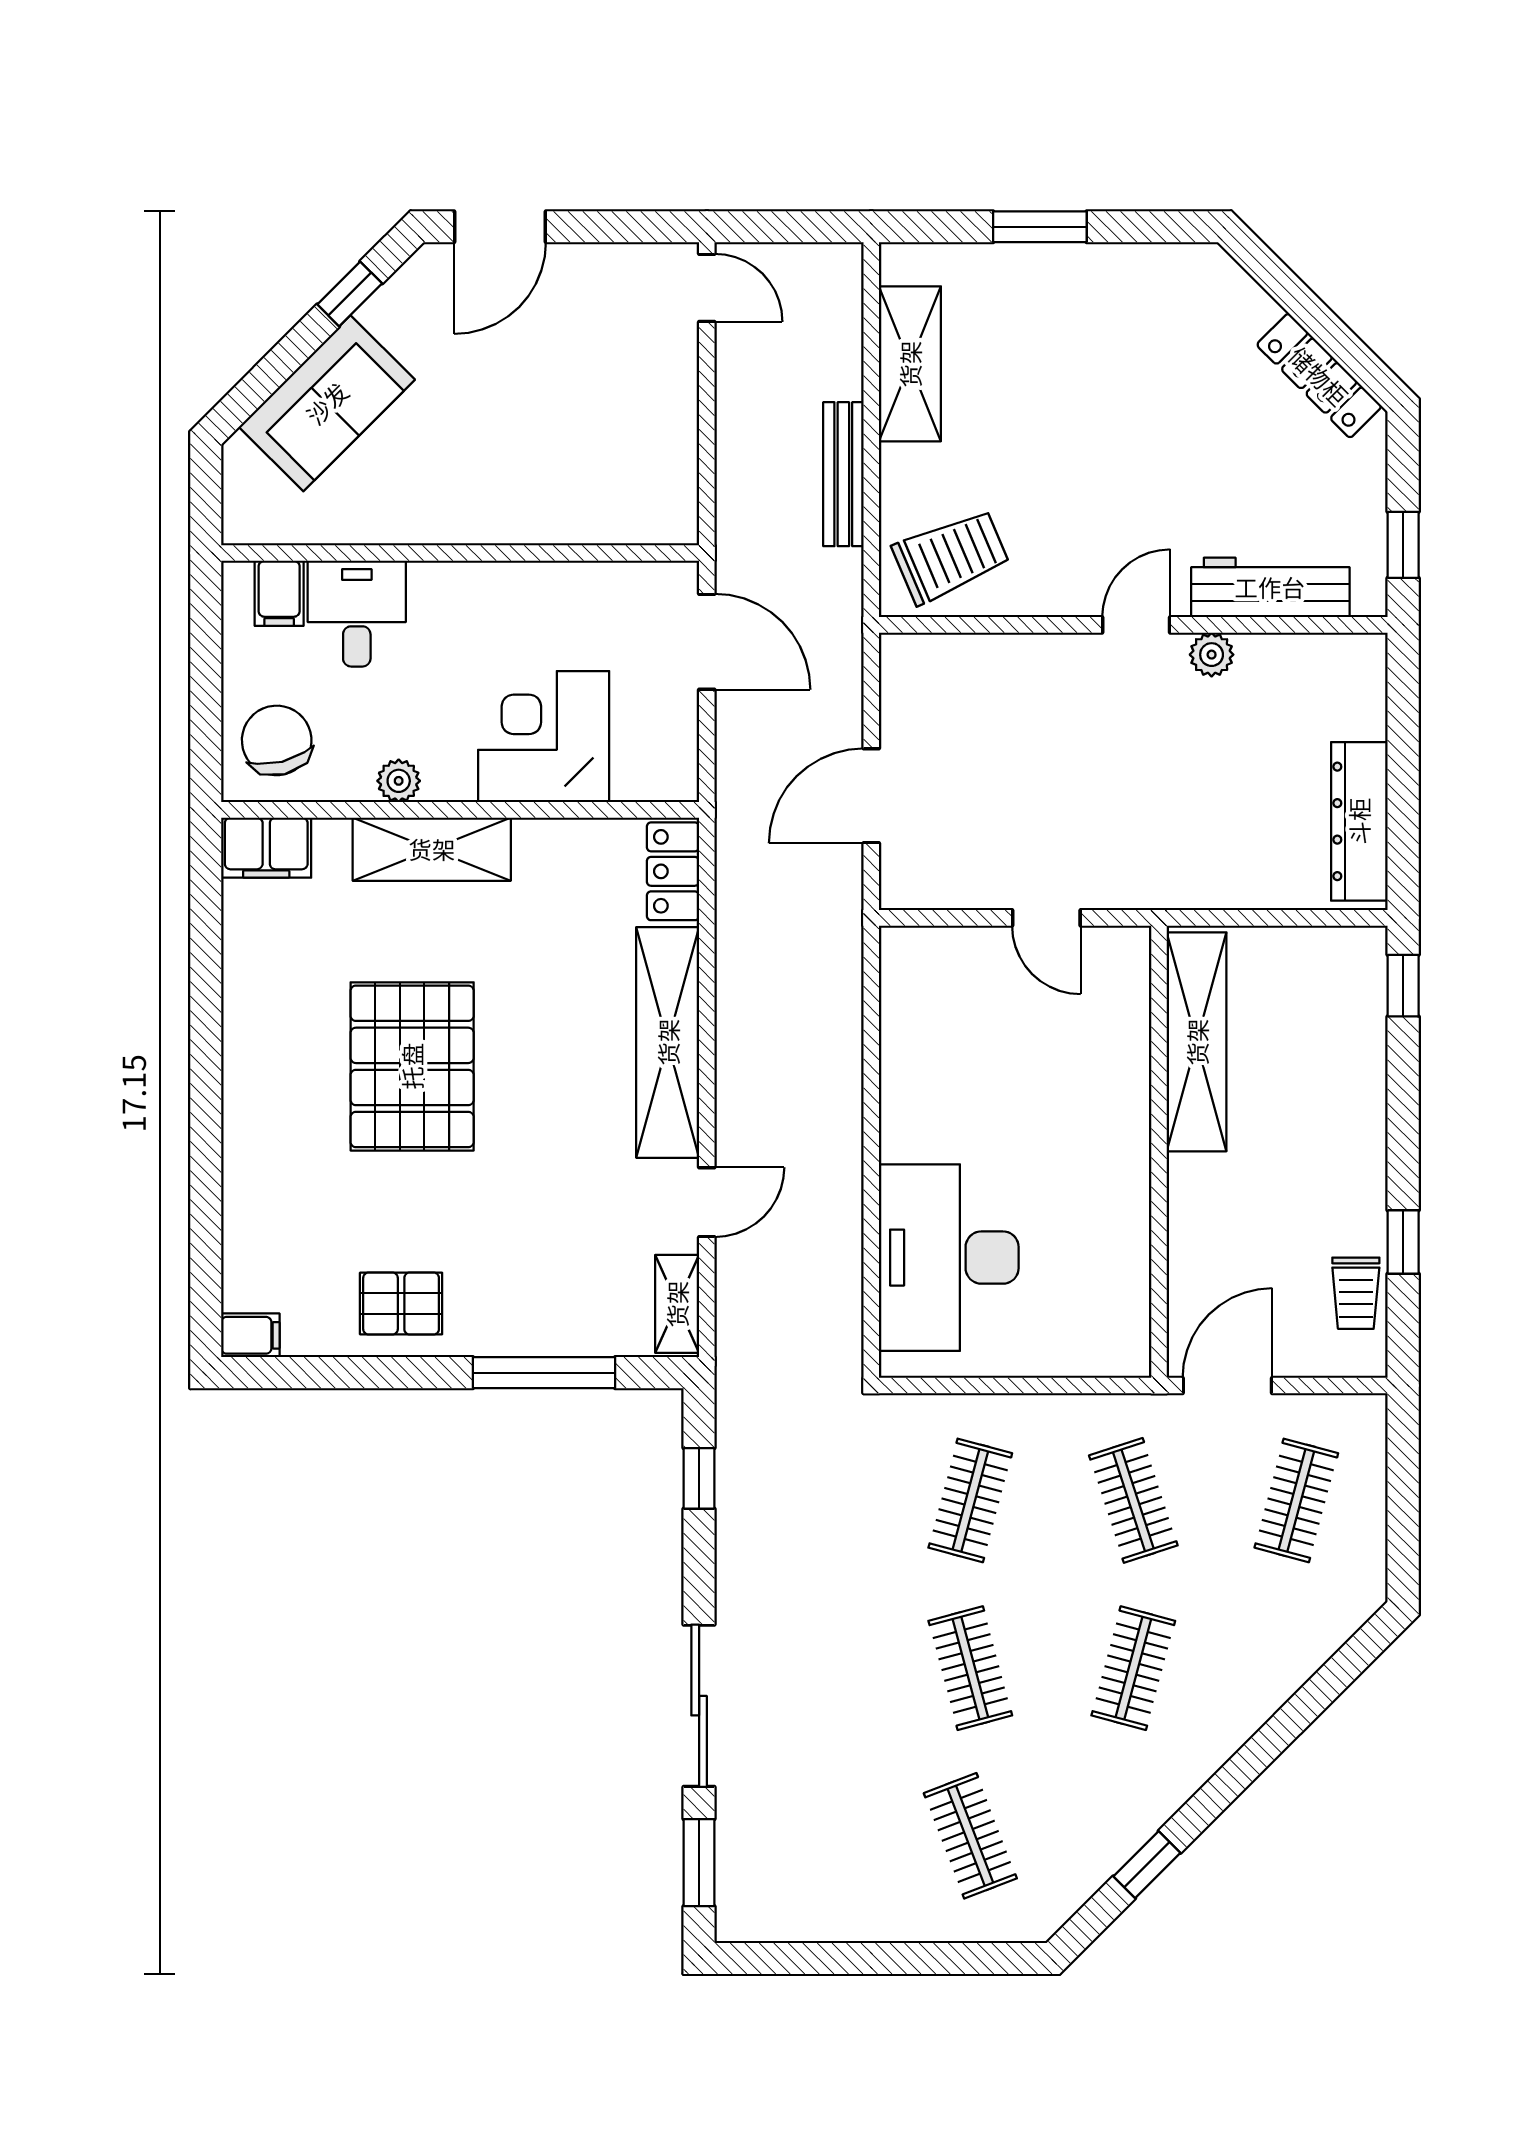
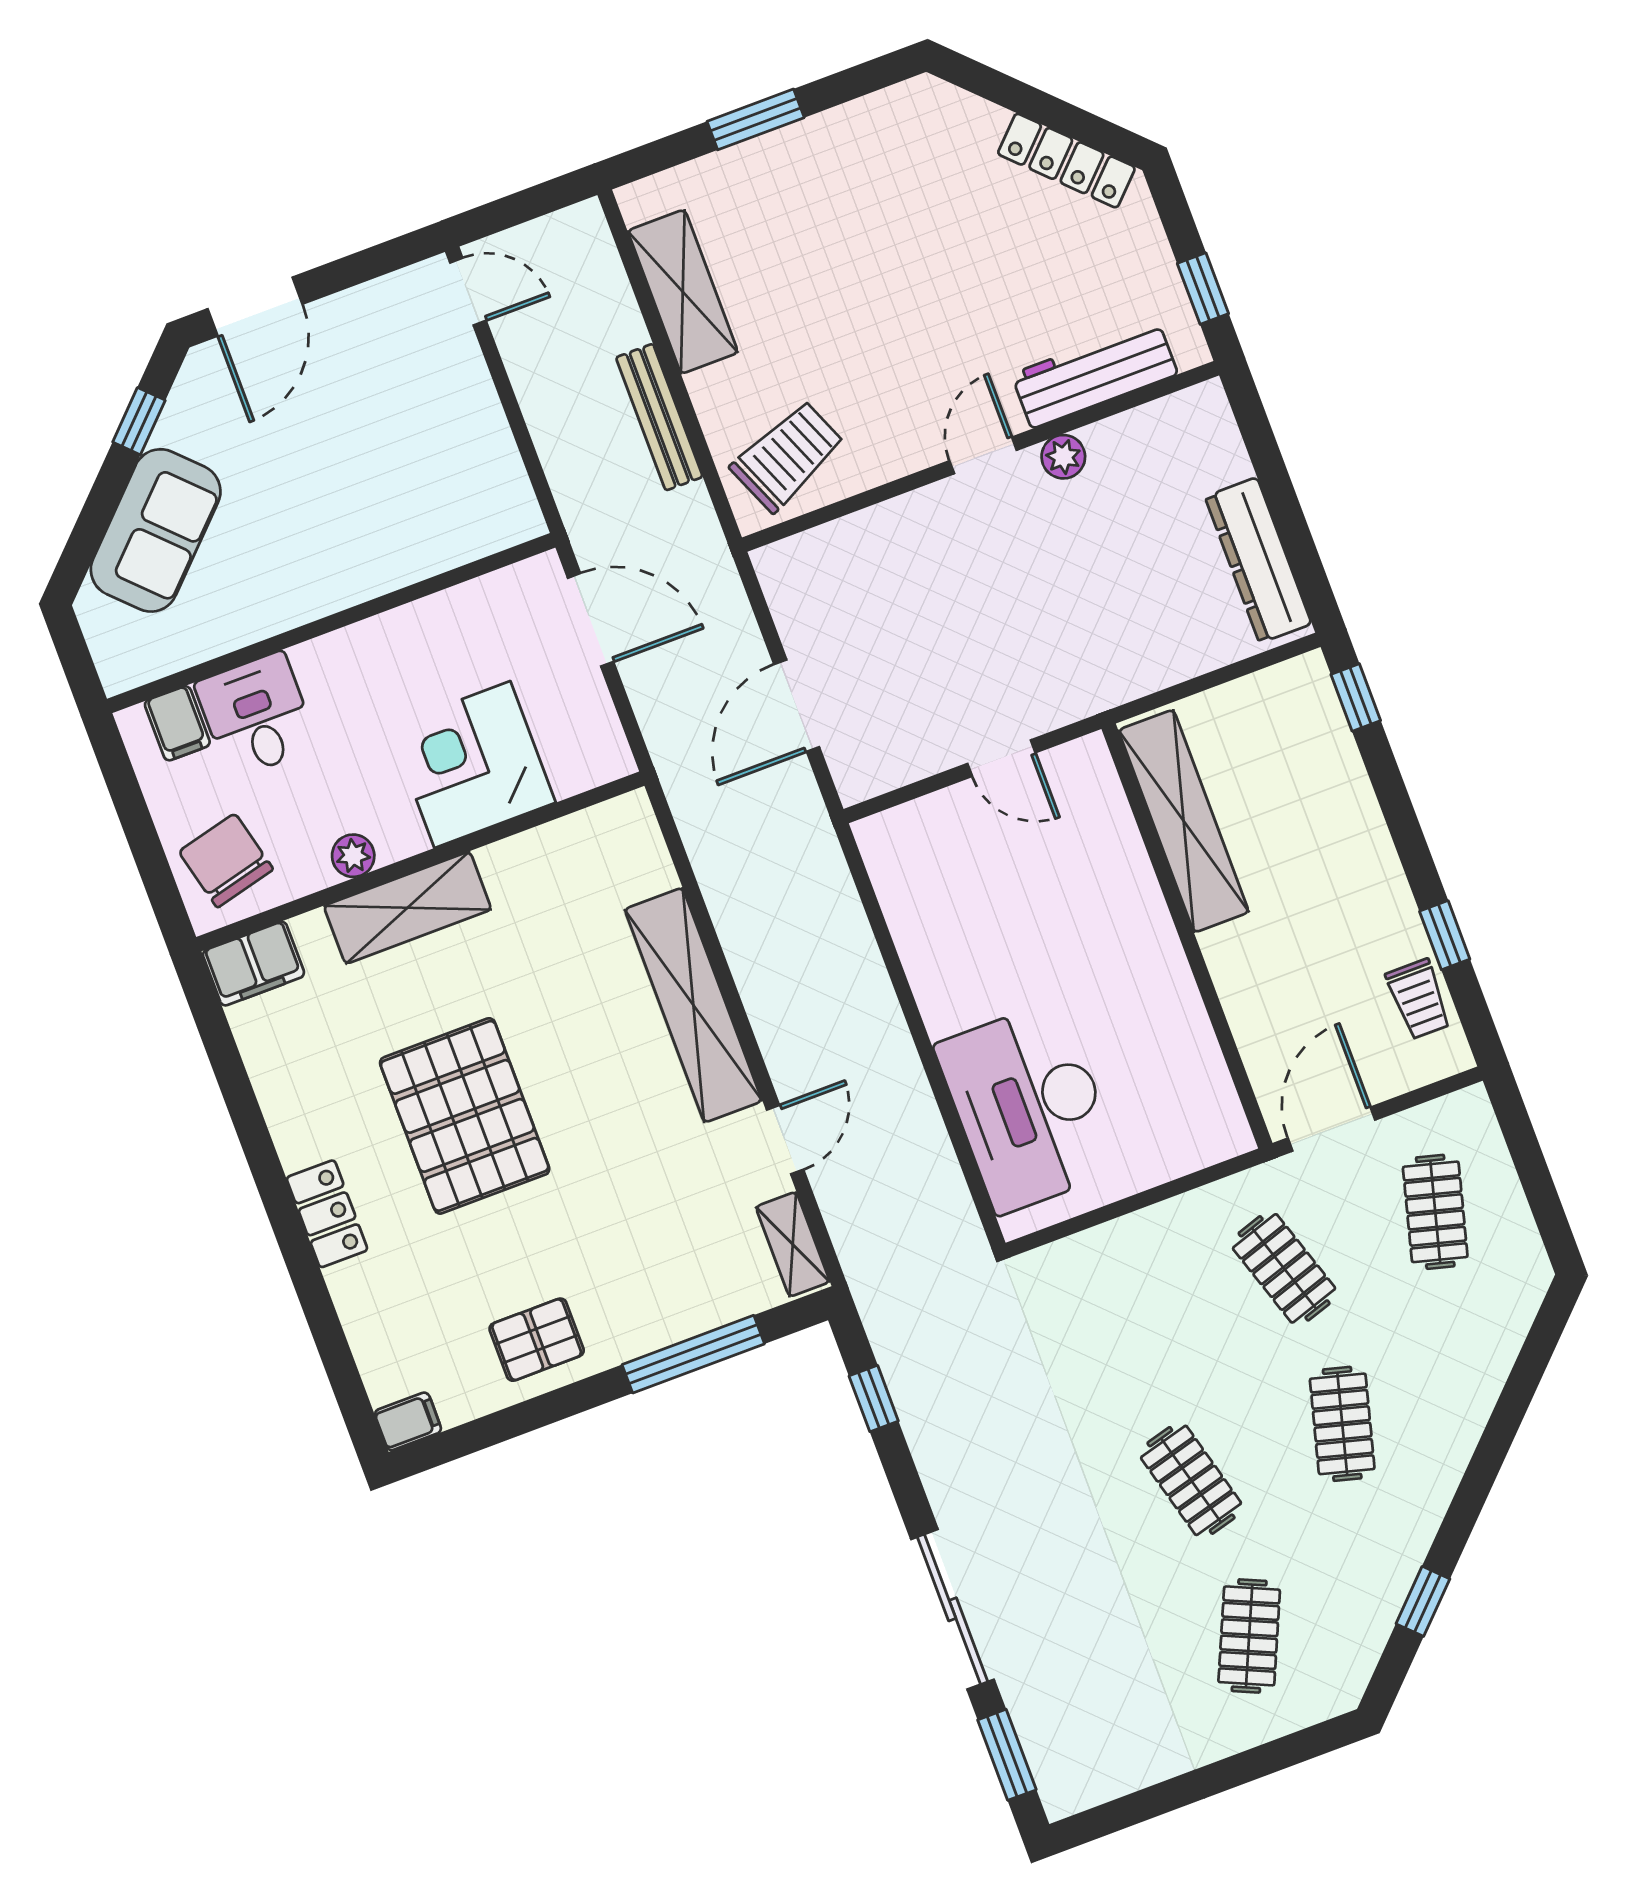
locker: (673, 871) -> (327, 1214), moved, turned 180
clothes rail: (970, 1500) -> (1133, 1325), removed
clothes rail: (970, 1836) -> (1249, 1636), turned 45

